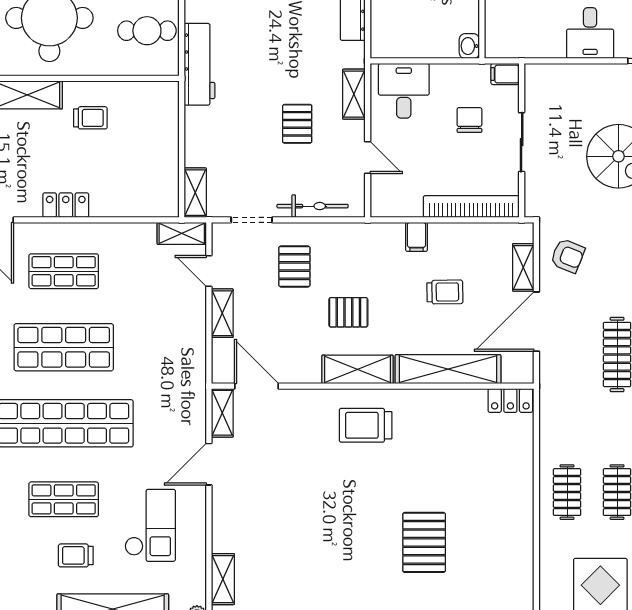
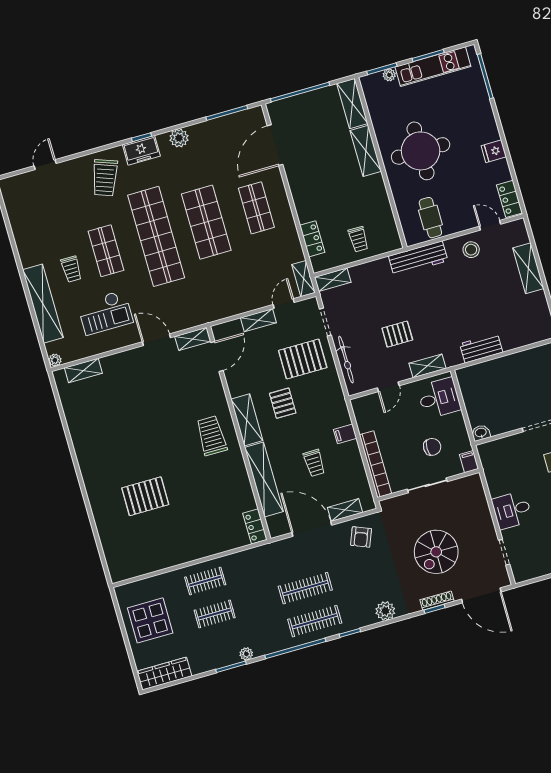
trolley: (90, 118) -> (358, 239), moved
locker: (66, 205) -> (312, 239), moved
pallet: (294, 267) -> (303, 359), width x1.50, depth x1.42
trolley: (76, 555) -> (71, 269), turned 180

